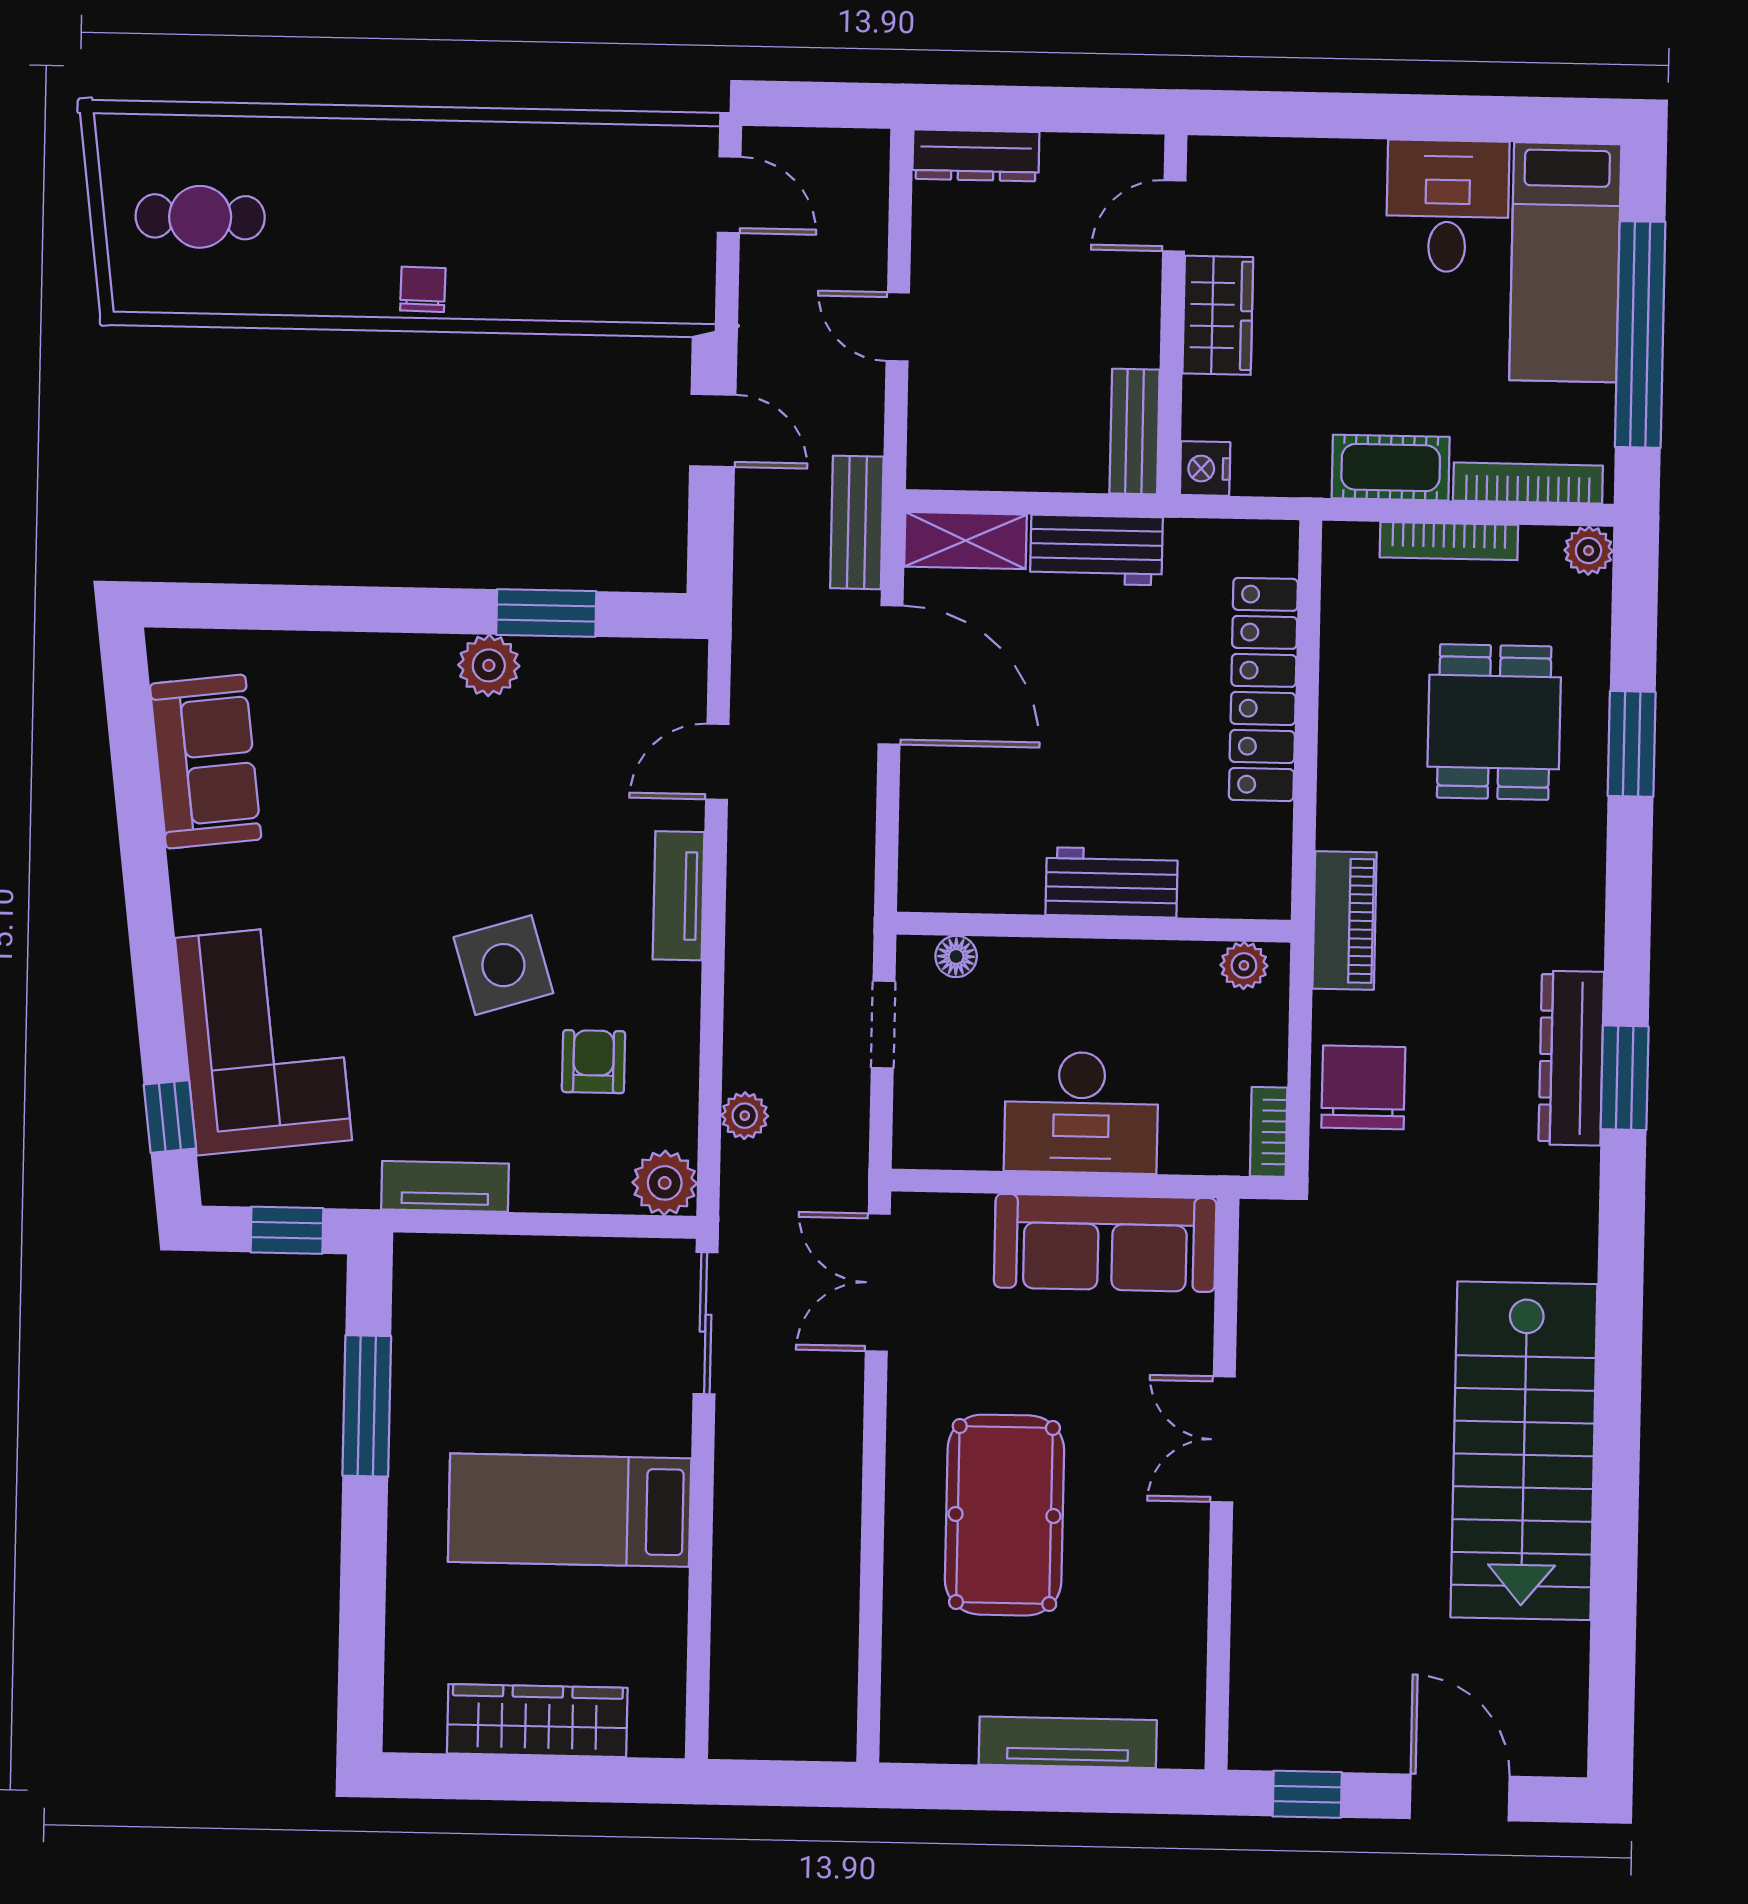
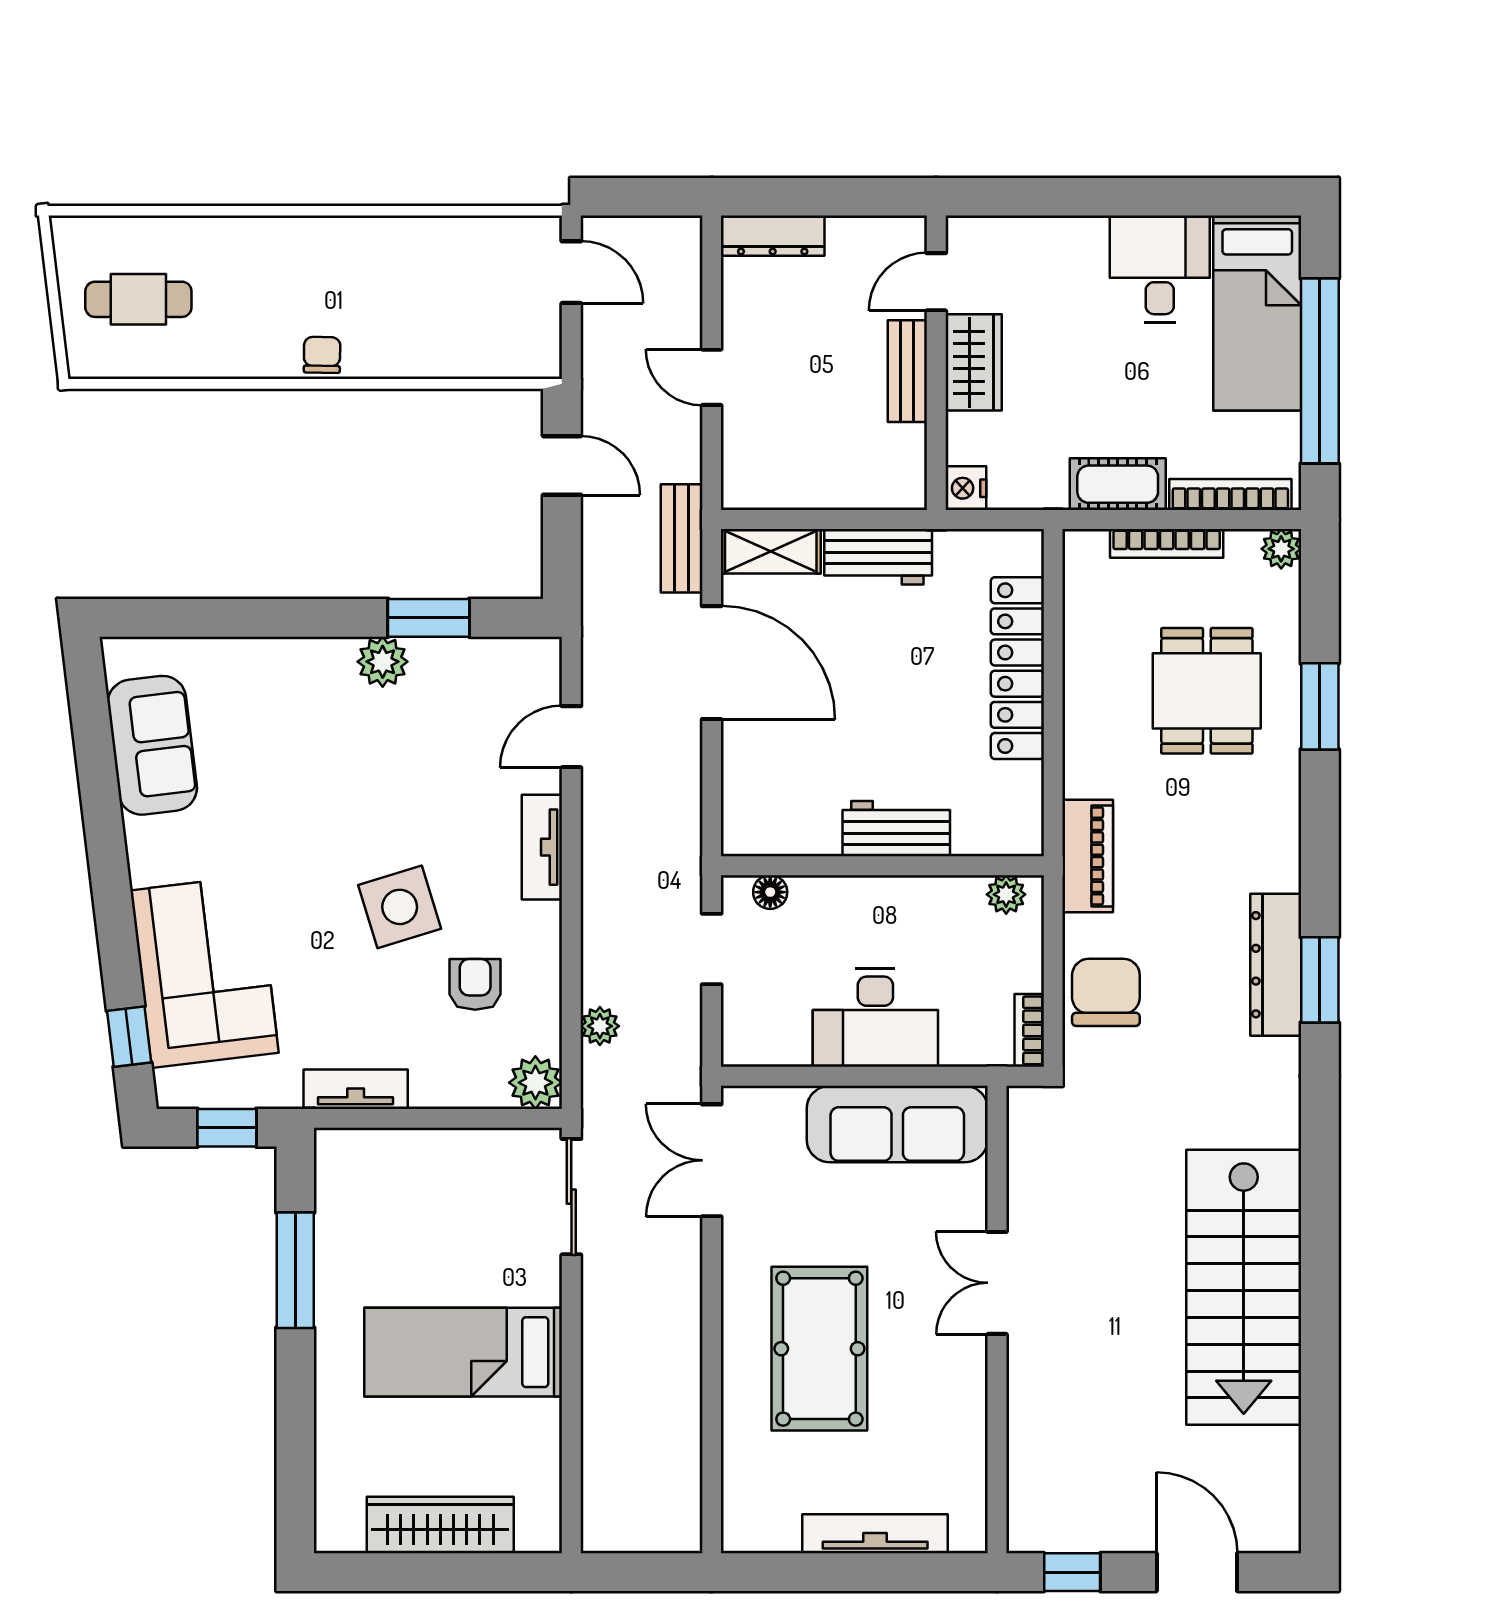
bench: (1135, 432) -> (907, 371), moved

